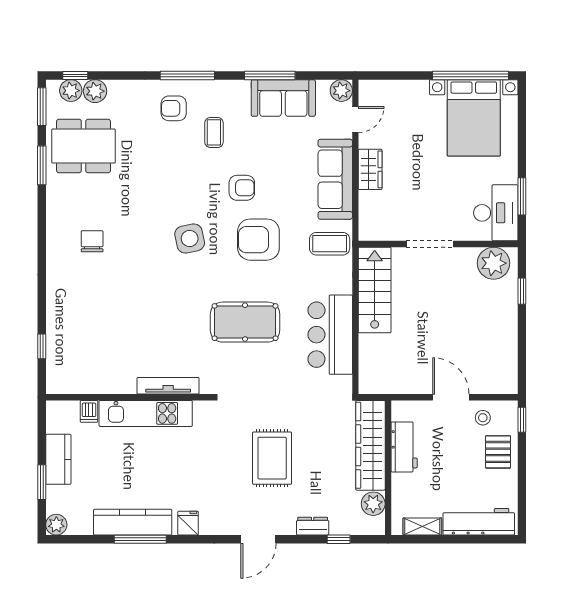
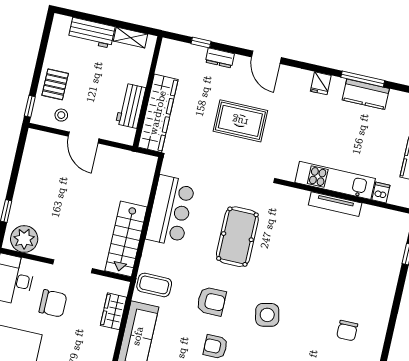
wardrobe: (370, 169) -> (113, 311), moved
chair: (443, 195) -> (53, 303), added
armchair: (258, 240) -> (211, 301), width x0.73, depth x0.73
pool table: (245, 322) -> (237, 237), turned 90
tv unit: (168, 386) -> (335, 204), moved
rug: (272, 458) -> (240, 121), turned 90
plant: (373, 504) -> (166, 65), removed
kitchen counter: (133, 522) -> (366, 94), width x0.67
workbench: (479, 522) -> (92, 33), width x0.73
door: (258, 539) -> (266, 57), swing flipped

